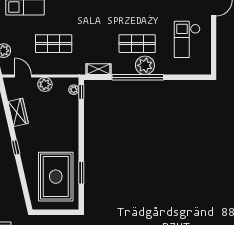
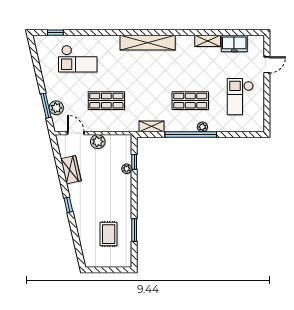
plant: (145, 65) -> (202, 127), width x0.53, depth x0.53
plant: (74, 90) -> (127, 169), moved
window: (81, 92) -> (134, 162), moved
rug: (56, 177) -> (109, 234), width x0.54, depth x0.49

